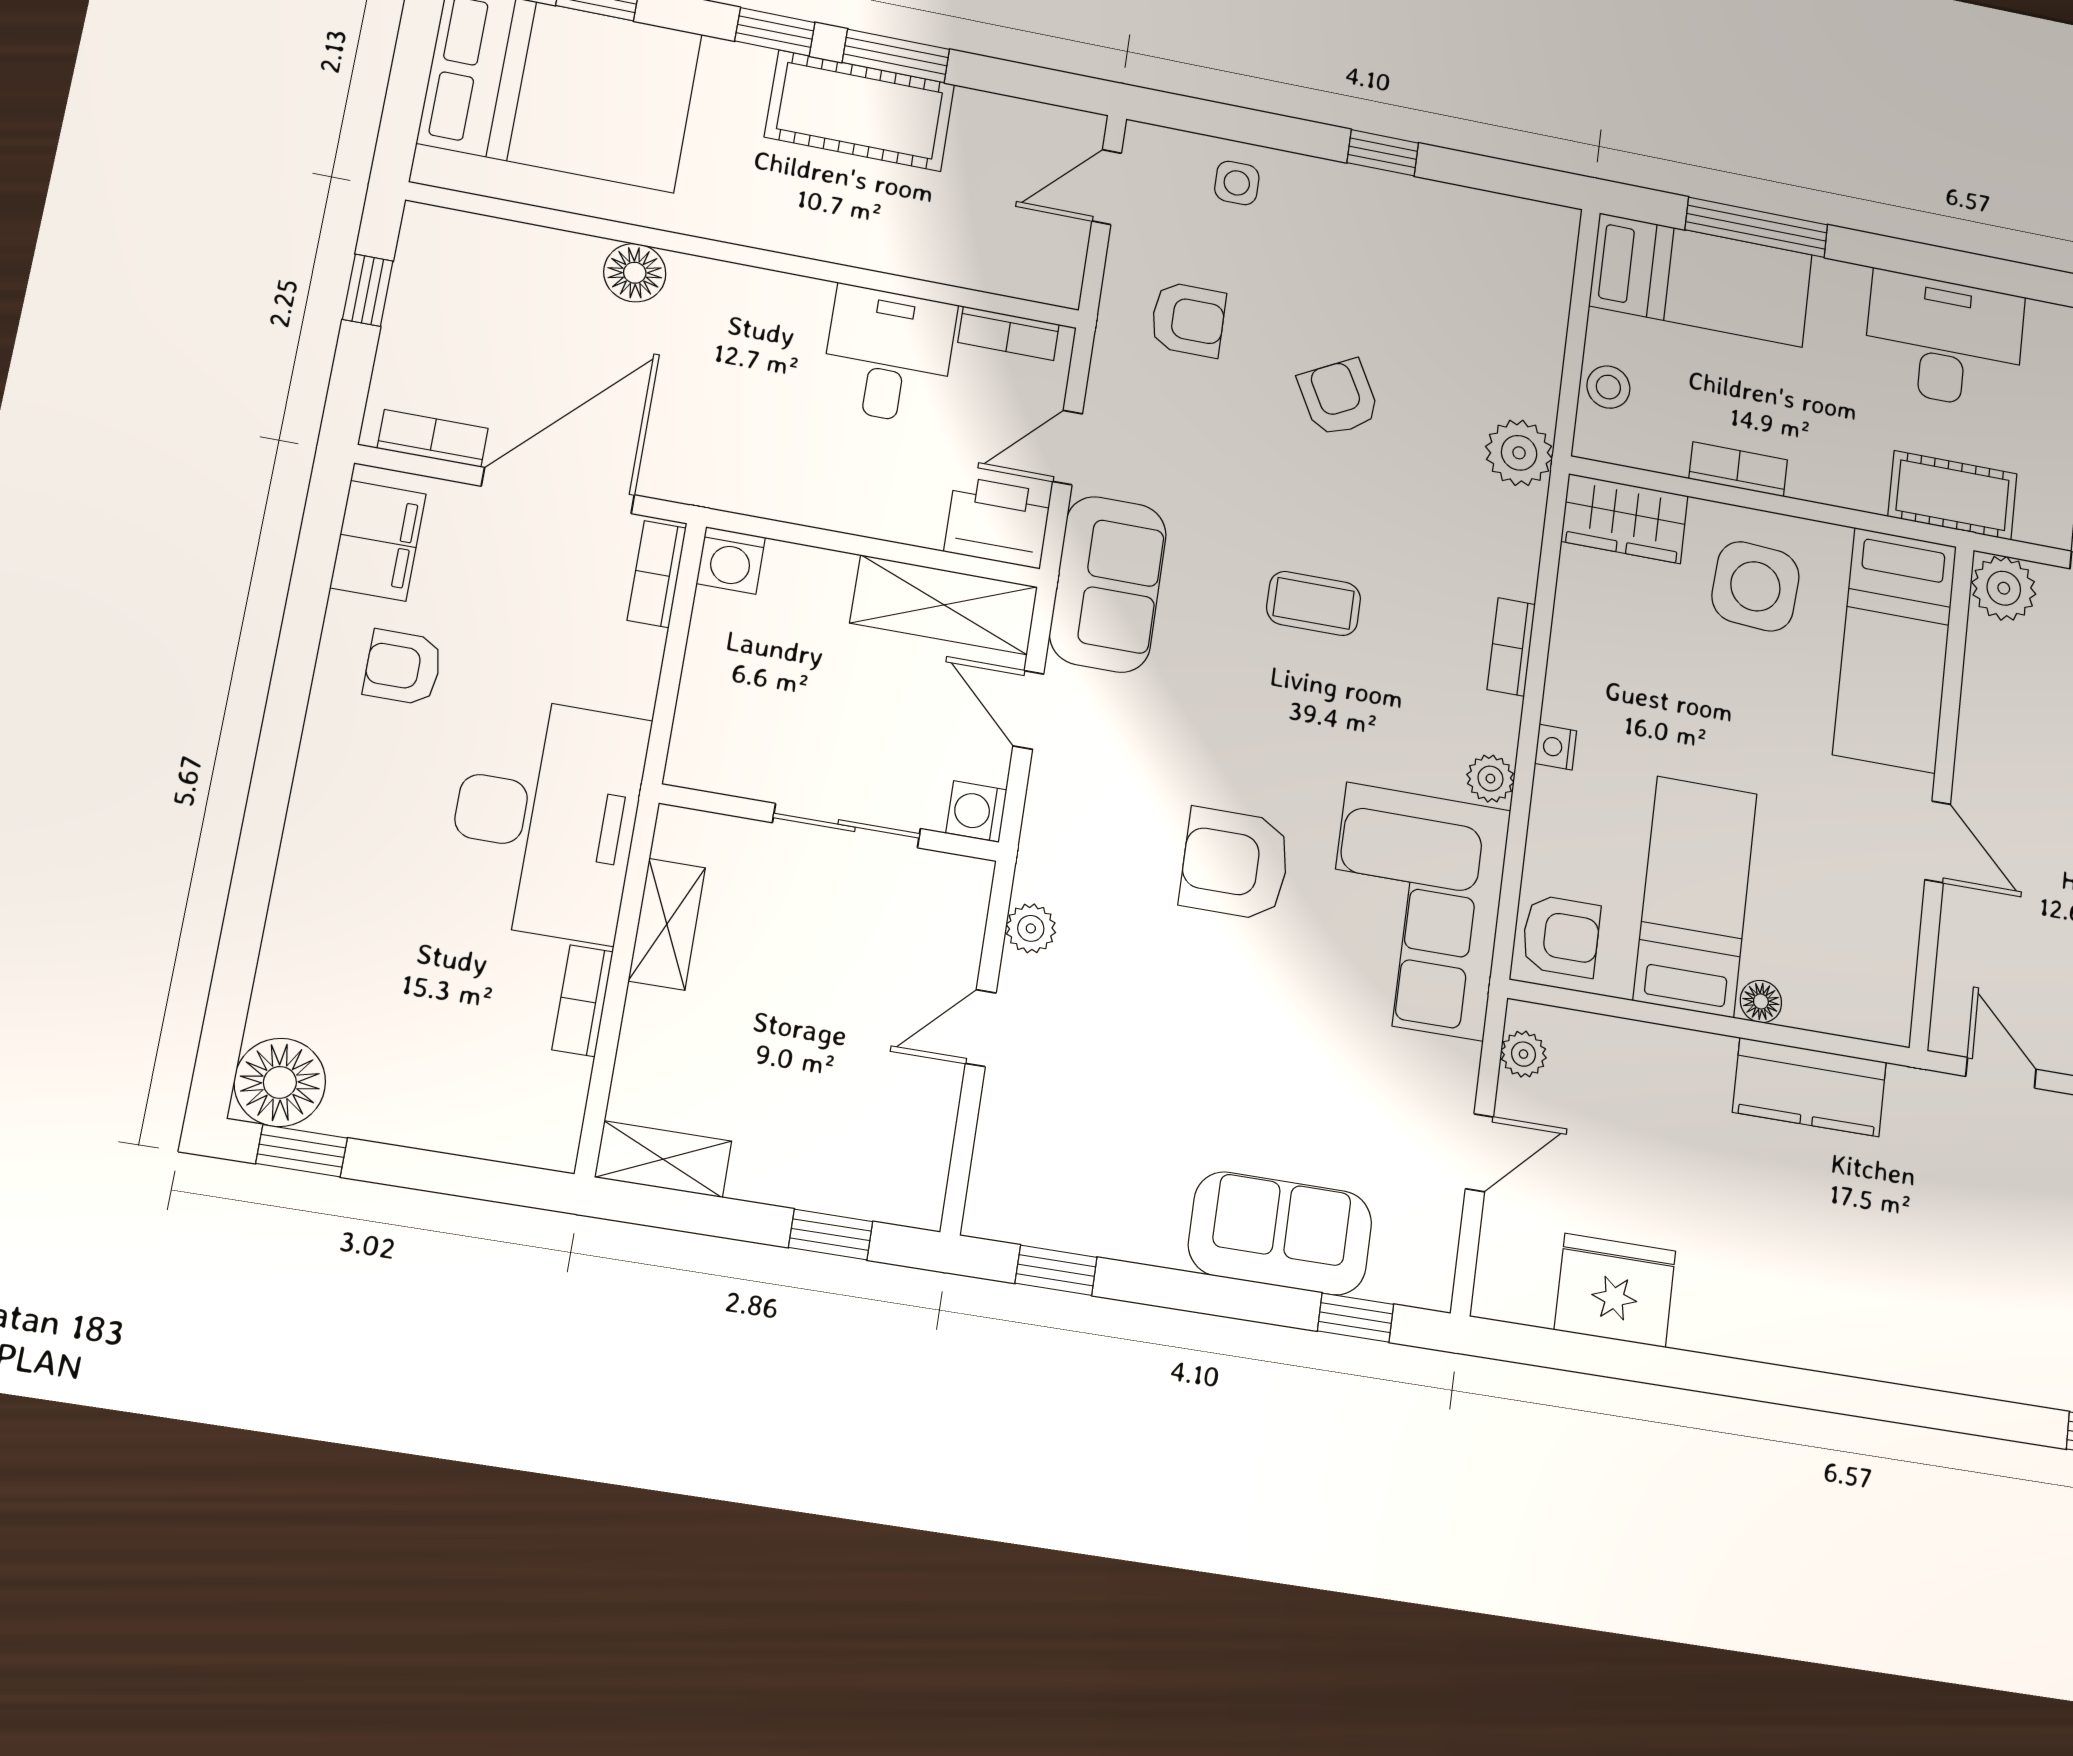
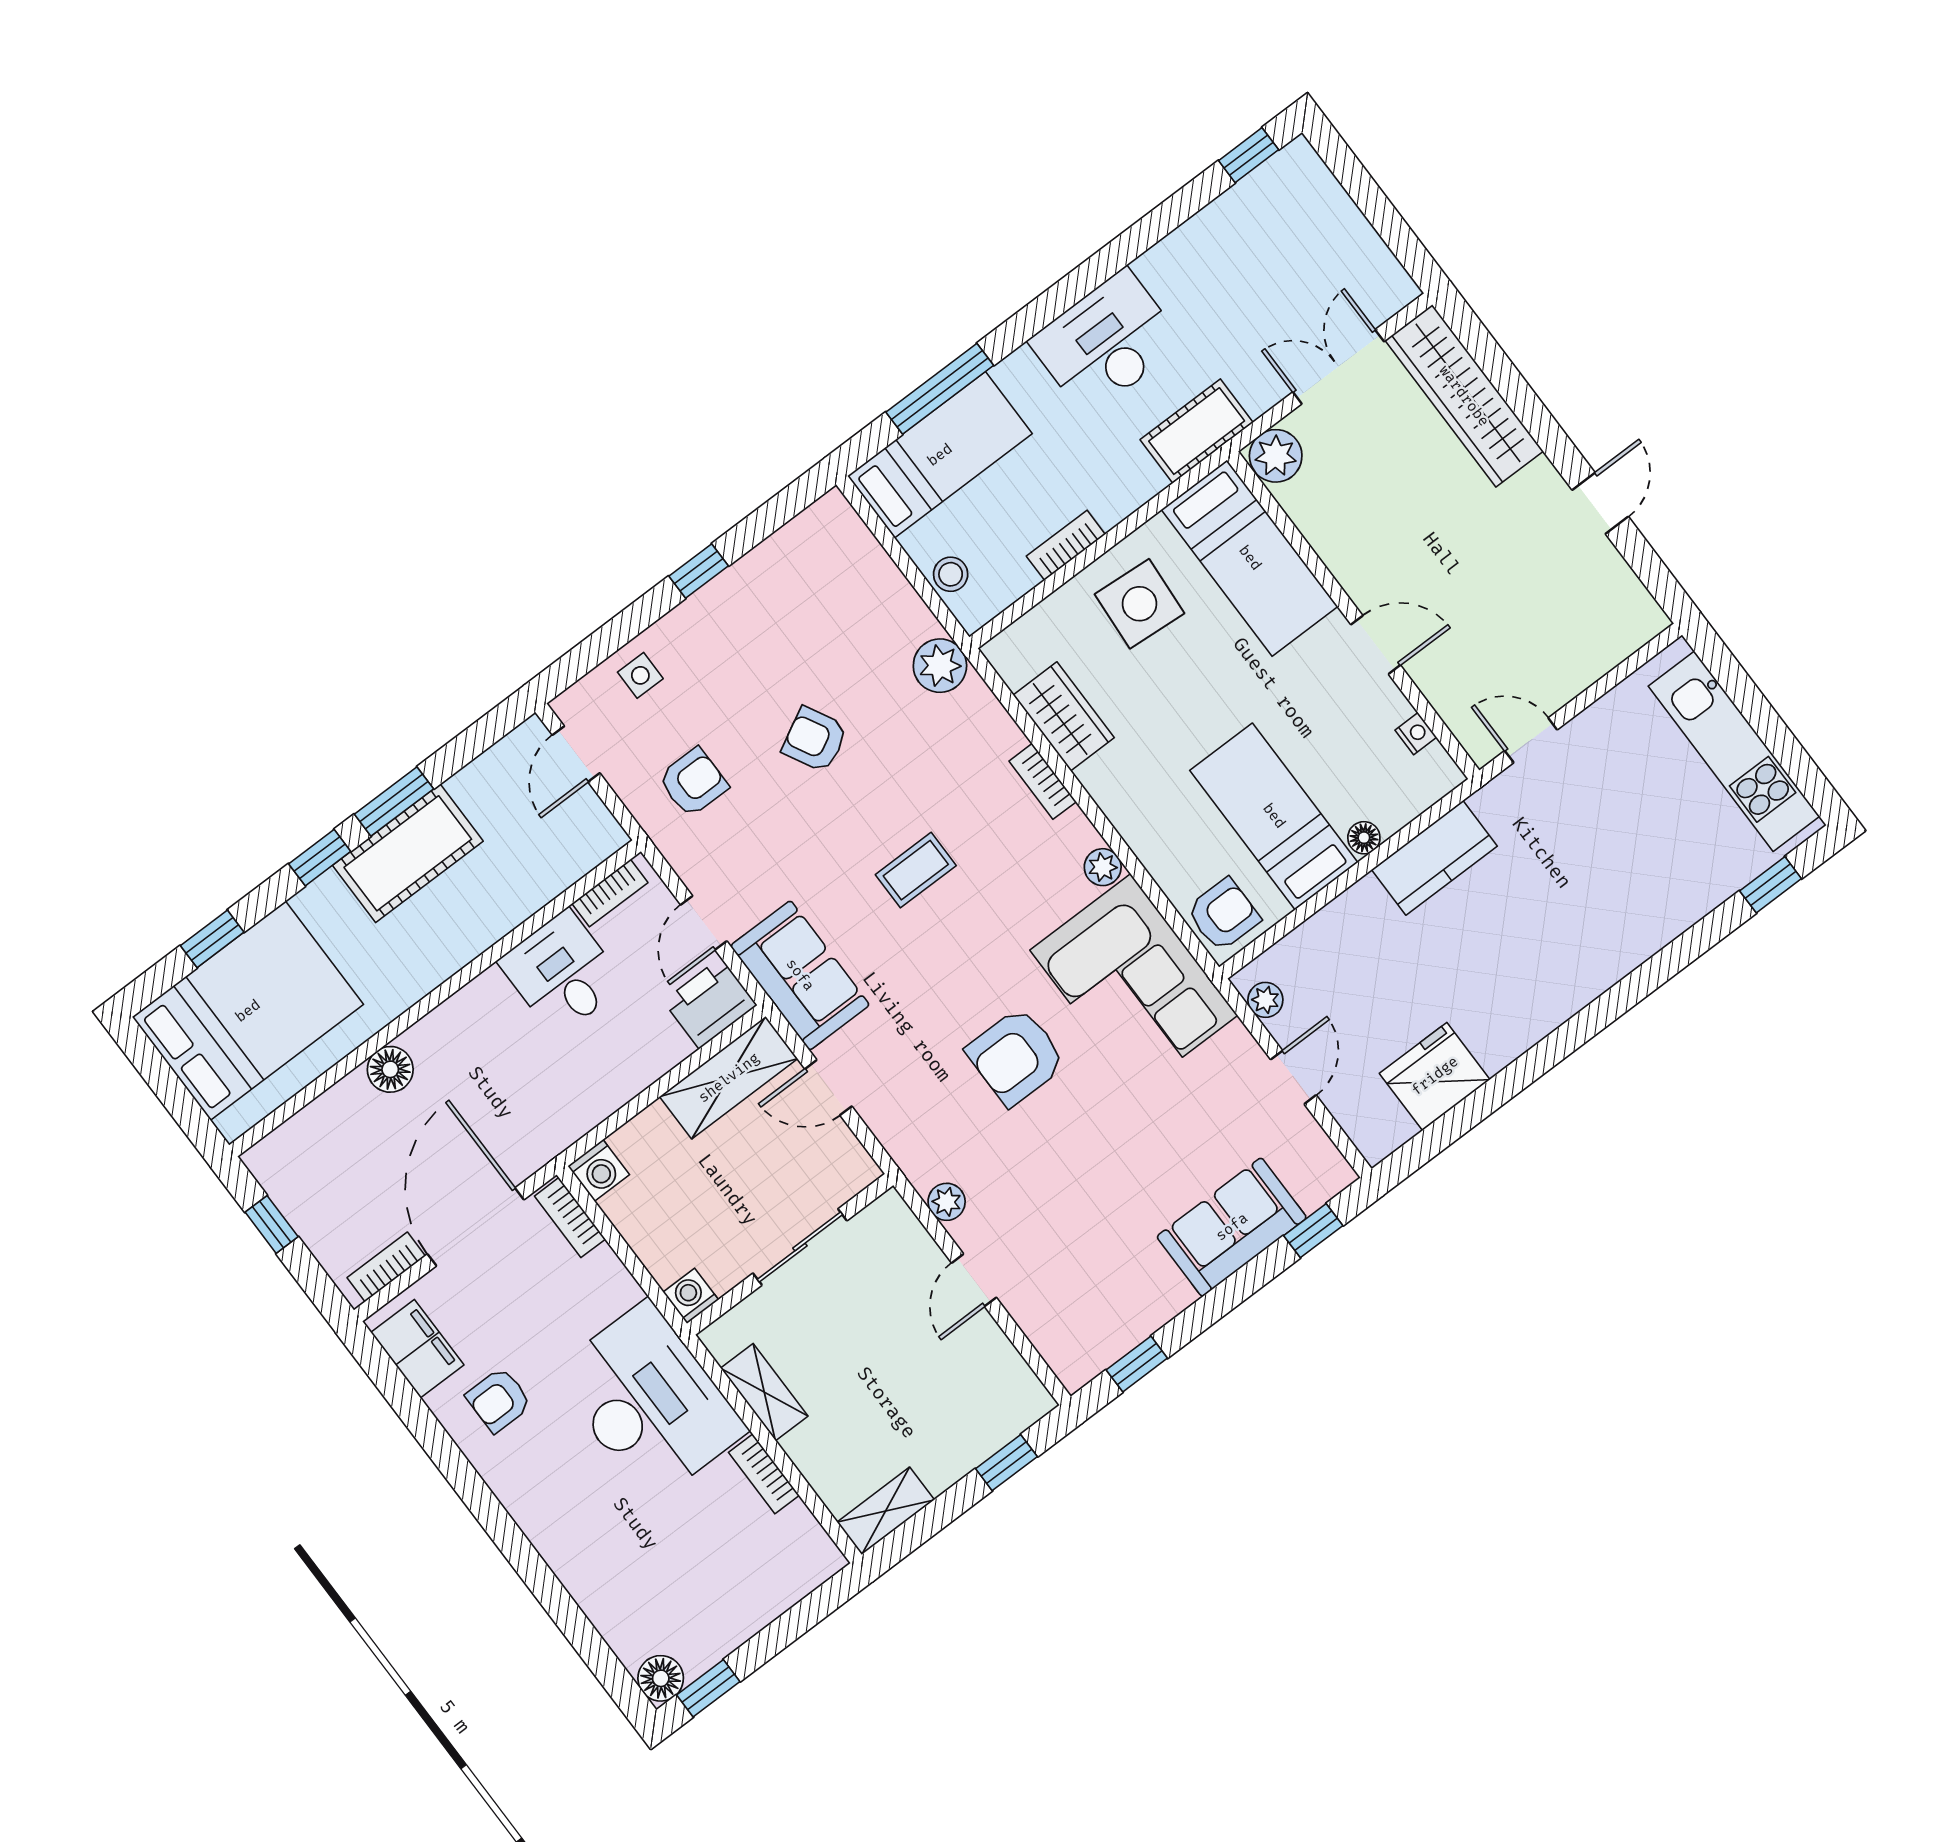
wardrobe: (1625, 519) -> (1064, 716), moved, turned -90
nightstand: (1556, 747) -> (1416, 734), moved, turned 180
washing machine: (976, 811) -> (691, 1296), moved, turned 90
floor lamp: (280, 1082) -> (661, 1678), width x0.73, depth x0.73

